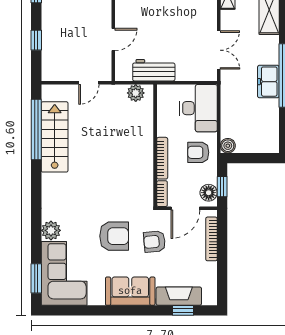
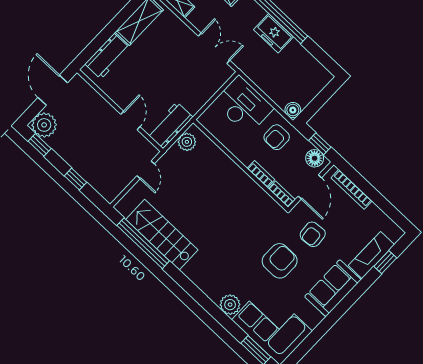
workbench: (154, 70) -> (170, 125), moved
bookcase: (162, 158) -> (261, 174), width x0.64

